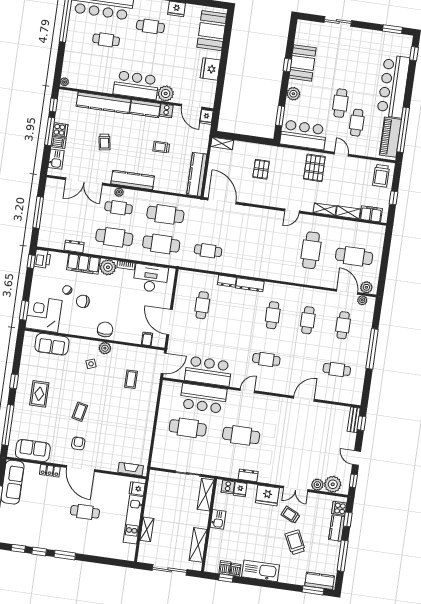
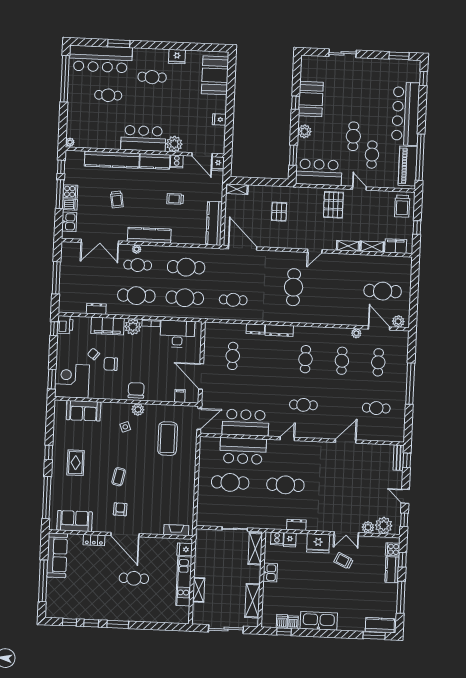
fridge: (210, 69) -> (219, 120), width x0.53, depth x0.75
cafe table: (311, 250) -> (294, 287), moved
plant: (362, 300) -> (356, 333), moved
coffee table: (131, 379) -> (168, 439), width x1.86, depth x1.72
trolley: (295, 542) -> (351, 588), removed

